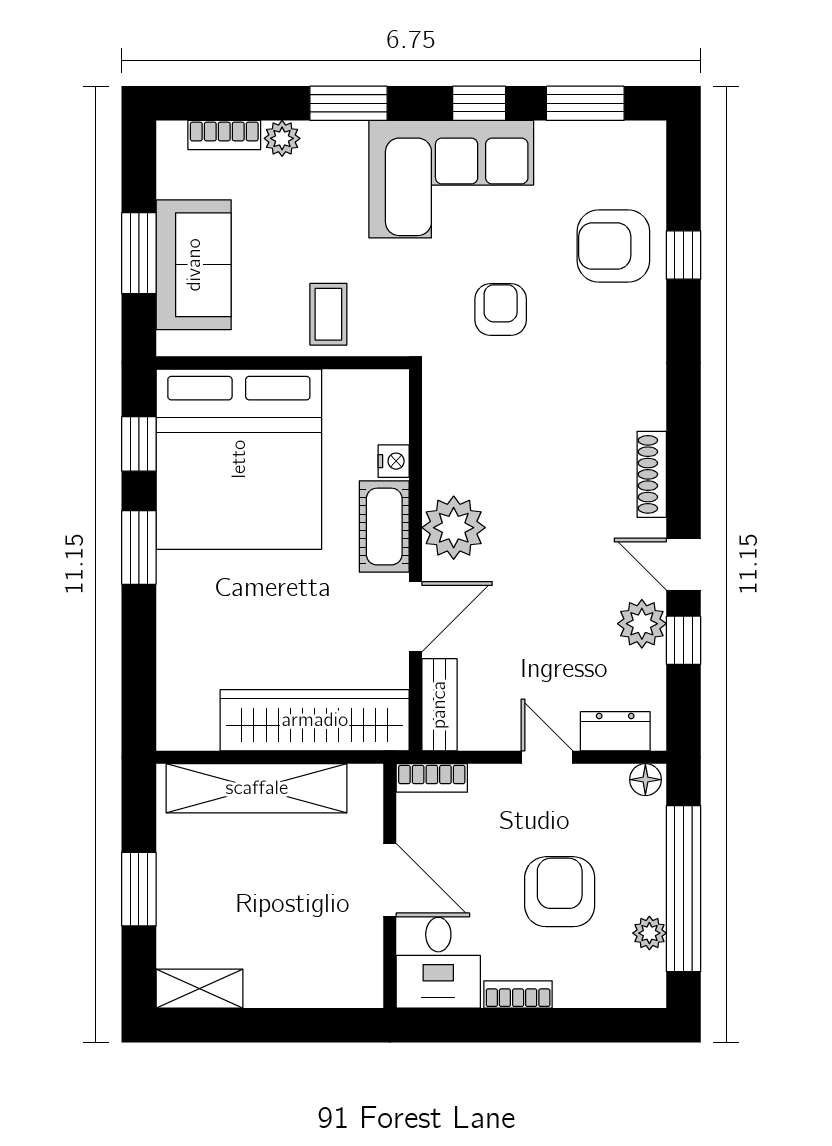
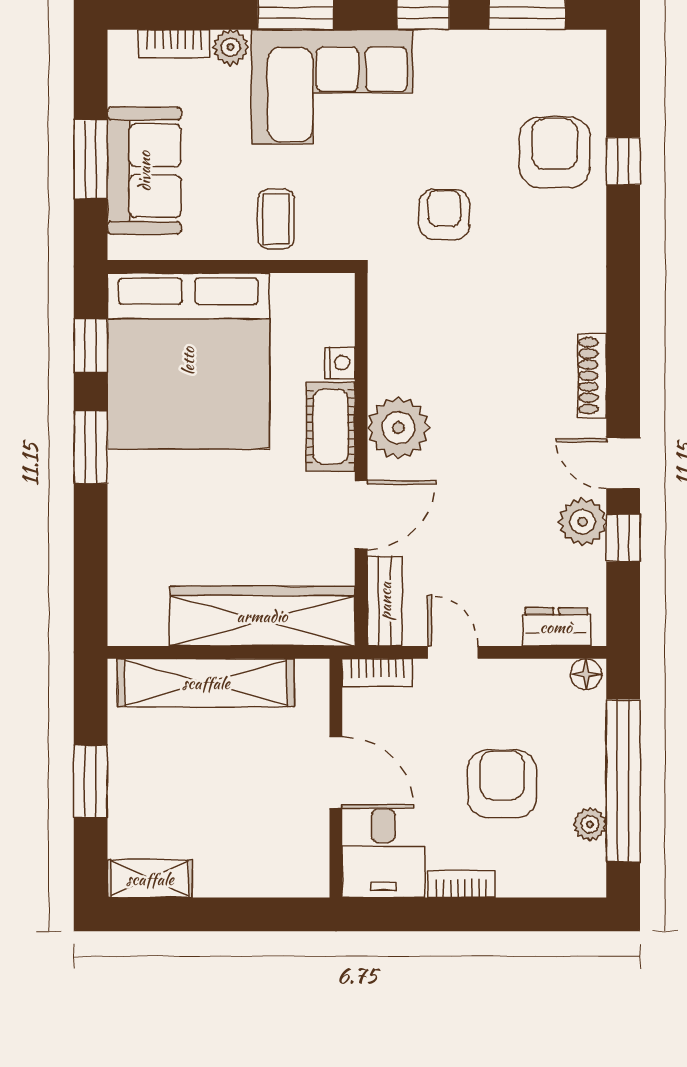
corner sofa: (451, 179) -> (332, 87), moved
armchair: (613, 246) -> (555, 152), turned 90
door: (547, 757) -> (453, 652), moved

